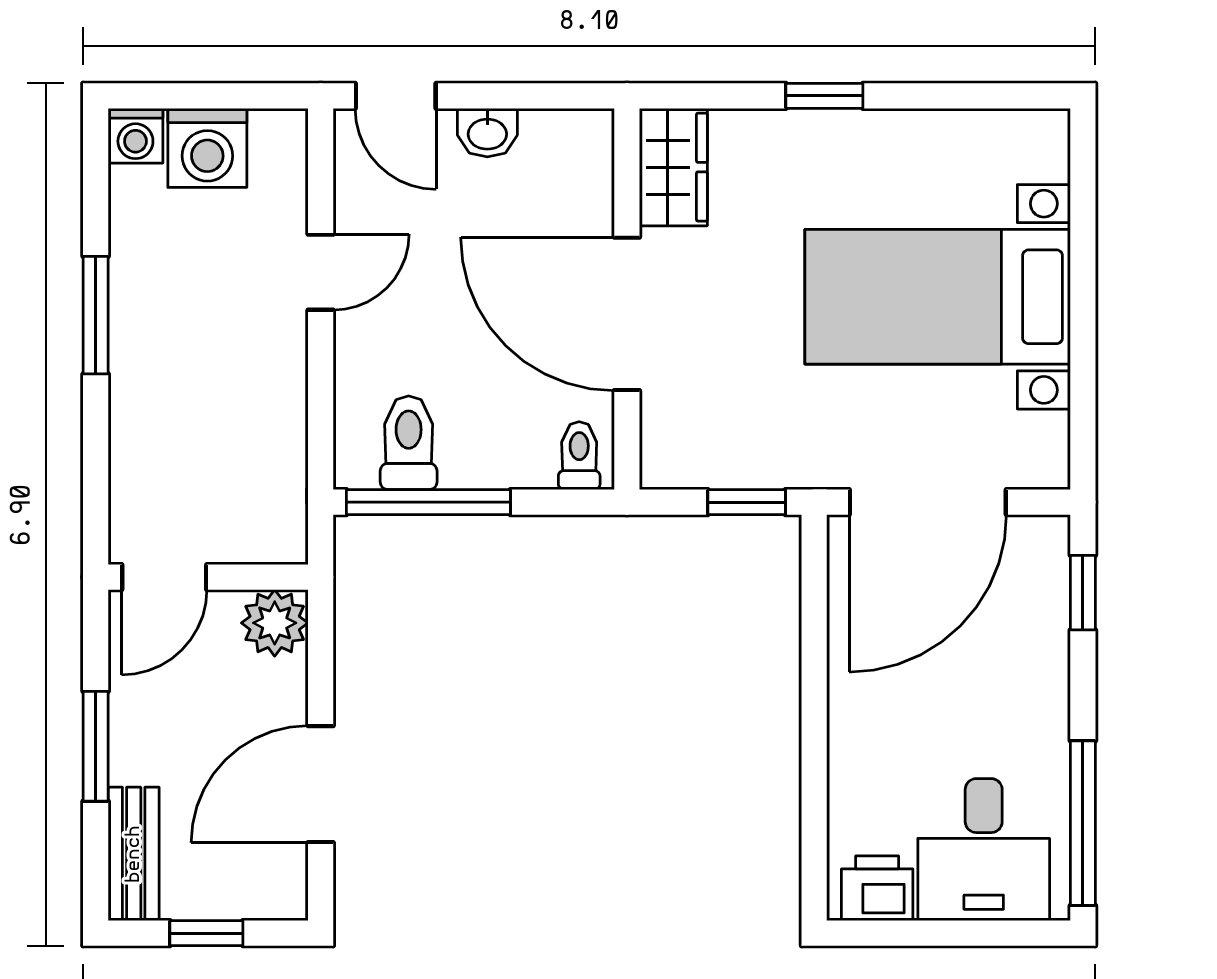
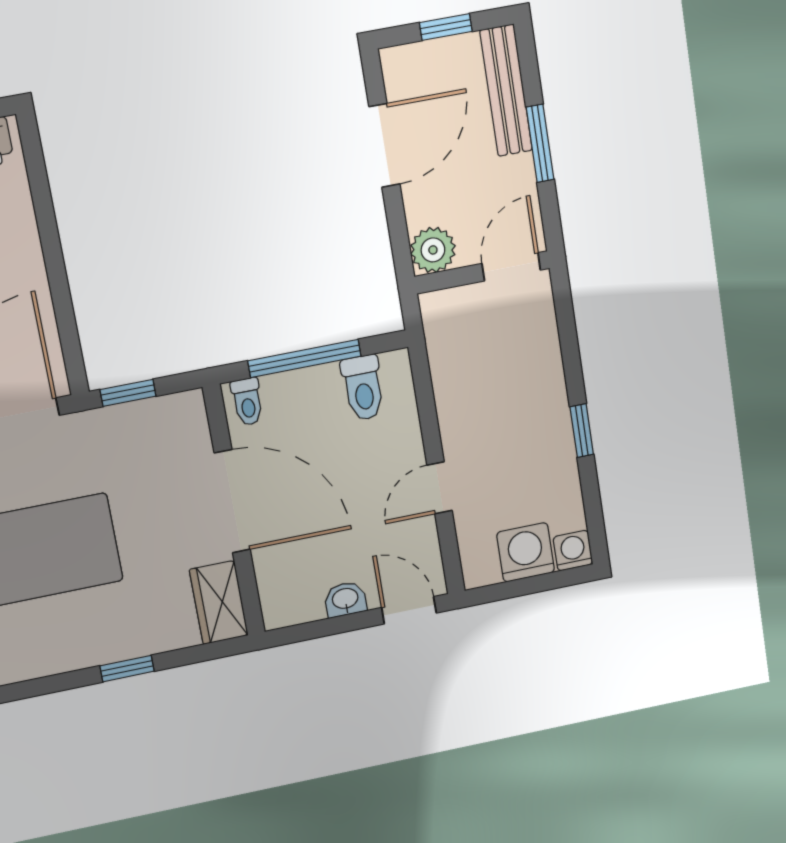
window: (96, 315) -> (582, 431), width x0.67
window: (428, 502) -> (304, 359), moved
bench: (134, 854) -> (506, 91), width x1.36

